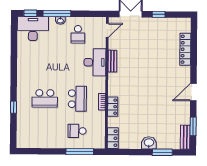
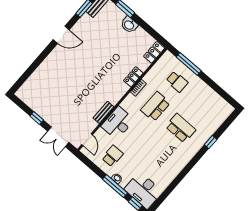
door: (107, 30) -> (87, 140), swing flipped
locker: (185, 49) -> (39, 73), removed

